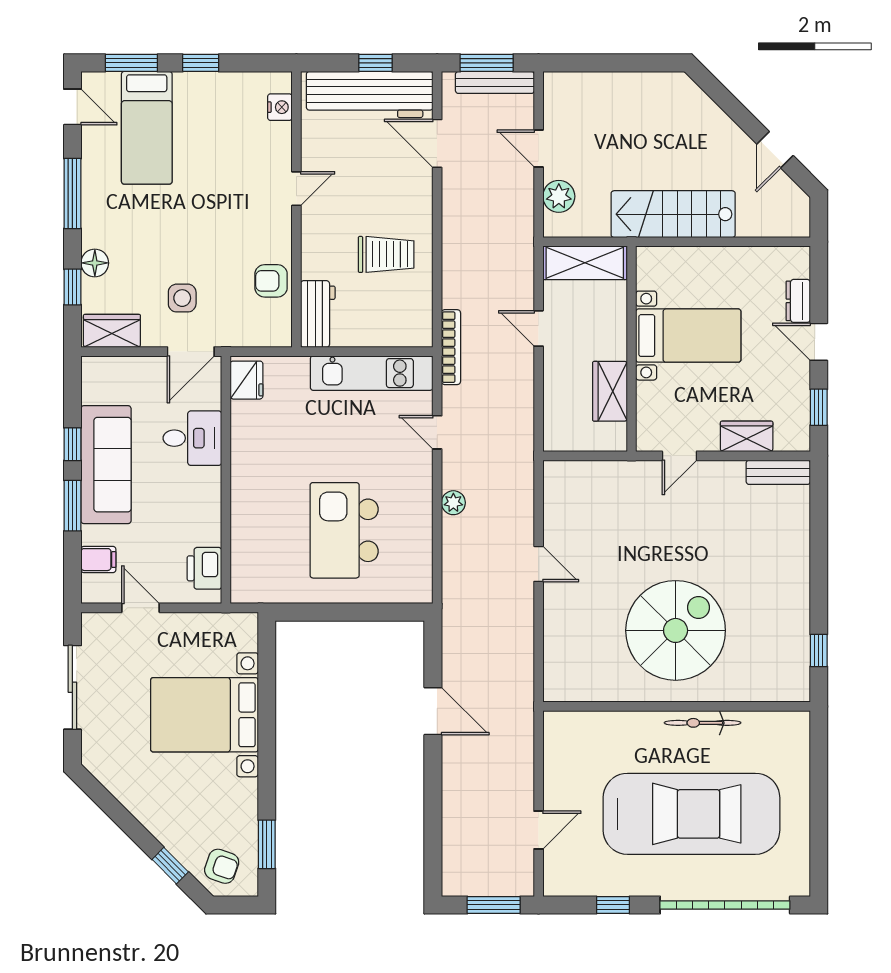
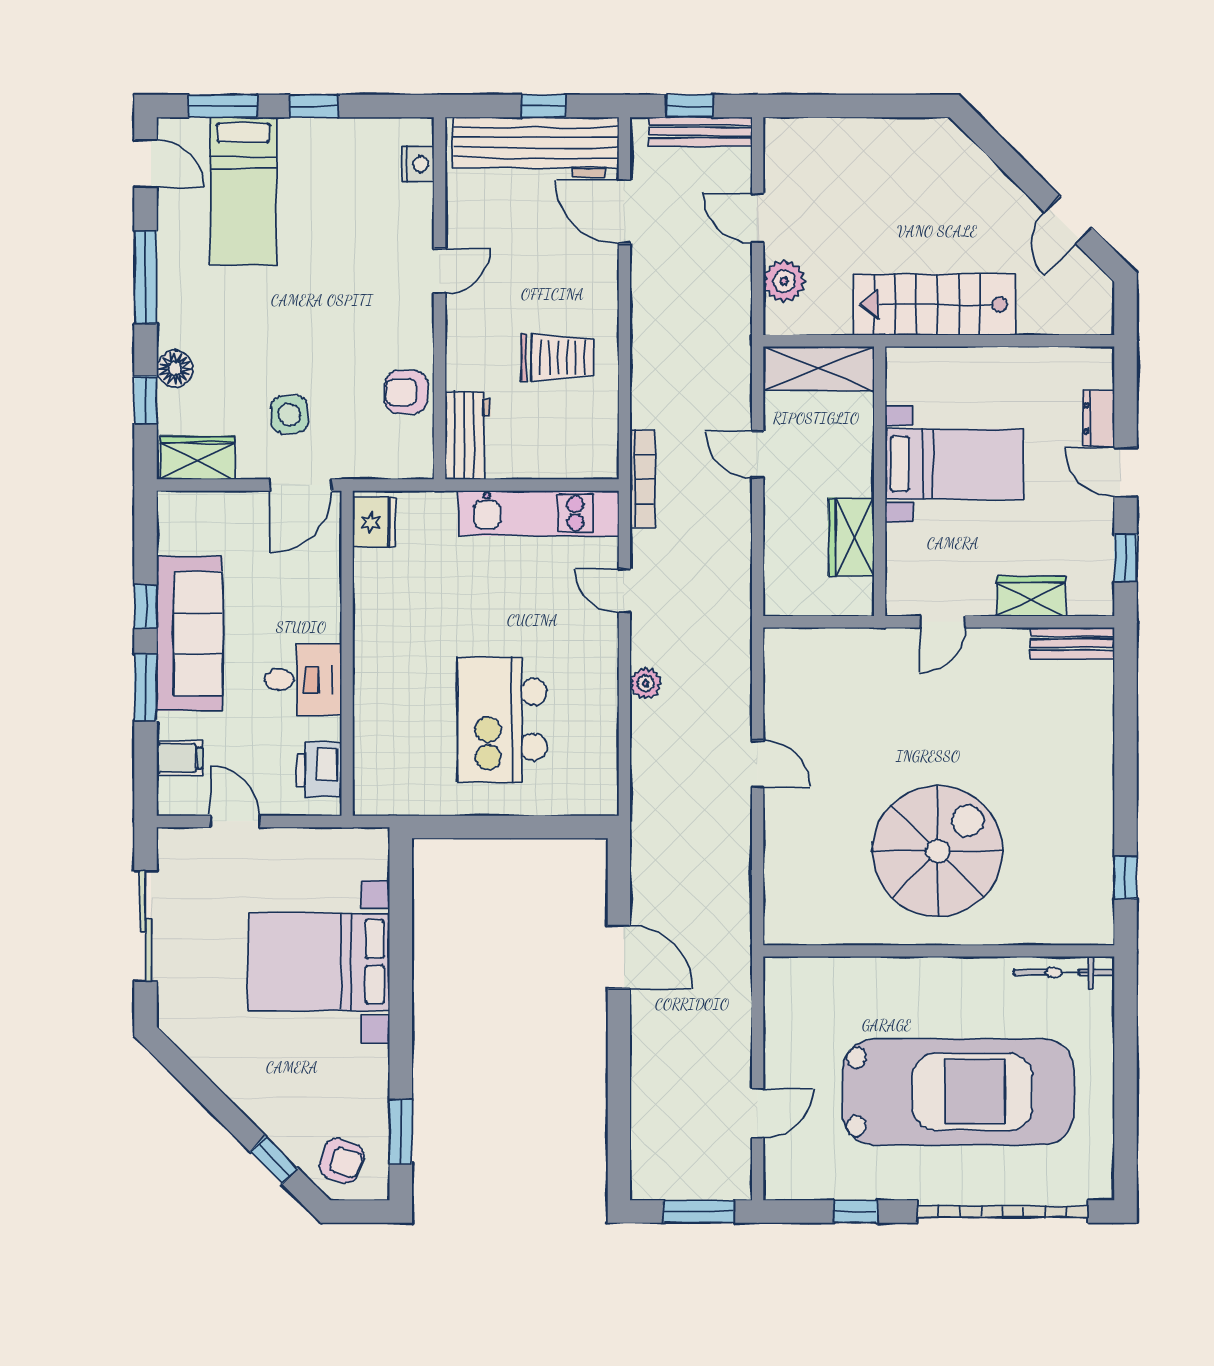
window: (487, 63) -> (689, 106), width x0.67
desk: (192, 438) -> (303, 680), moved
bicycle: (703, 723) -> (1064, 972), moved

